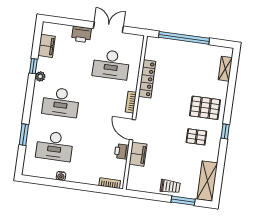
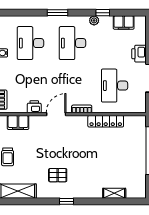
shelving: (225, 69) -> (114, 193), moved
pallet: (205, 108) -> (86, 179), removed
window: (24, 135) -> (58, 13), moved
pallet: (196, 137) -> (58, 175), turned 90
filing cabinet: (138, 154) -> (18, 122), moved

